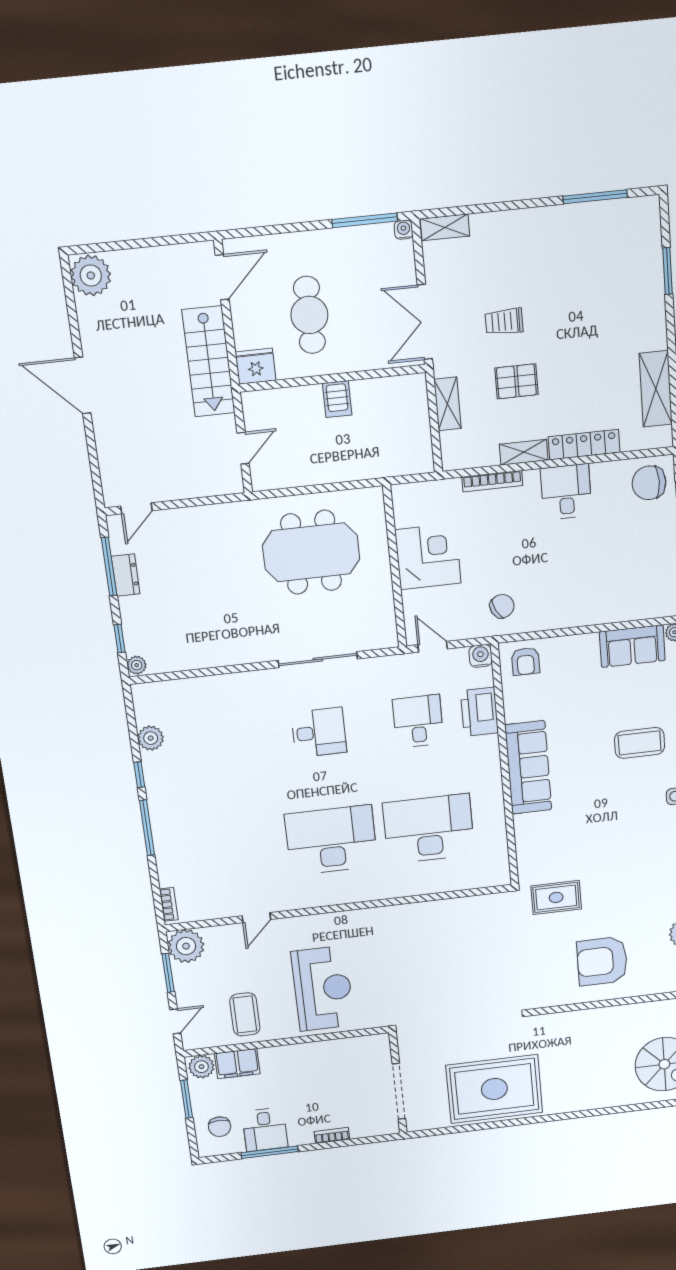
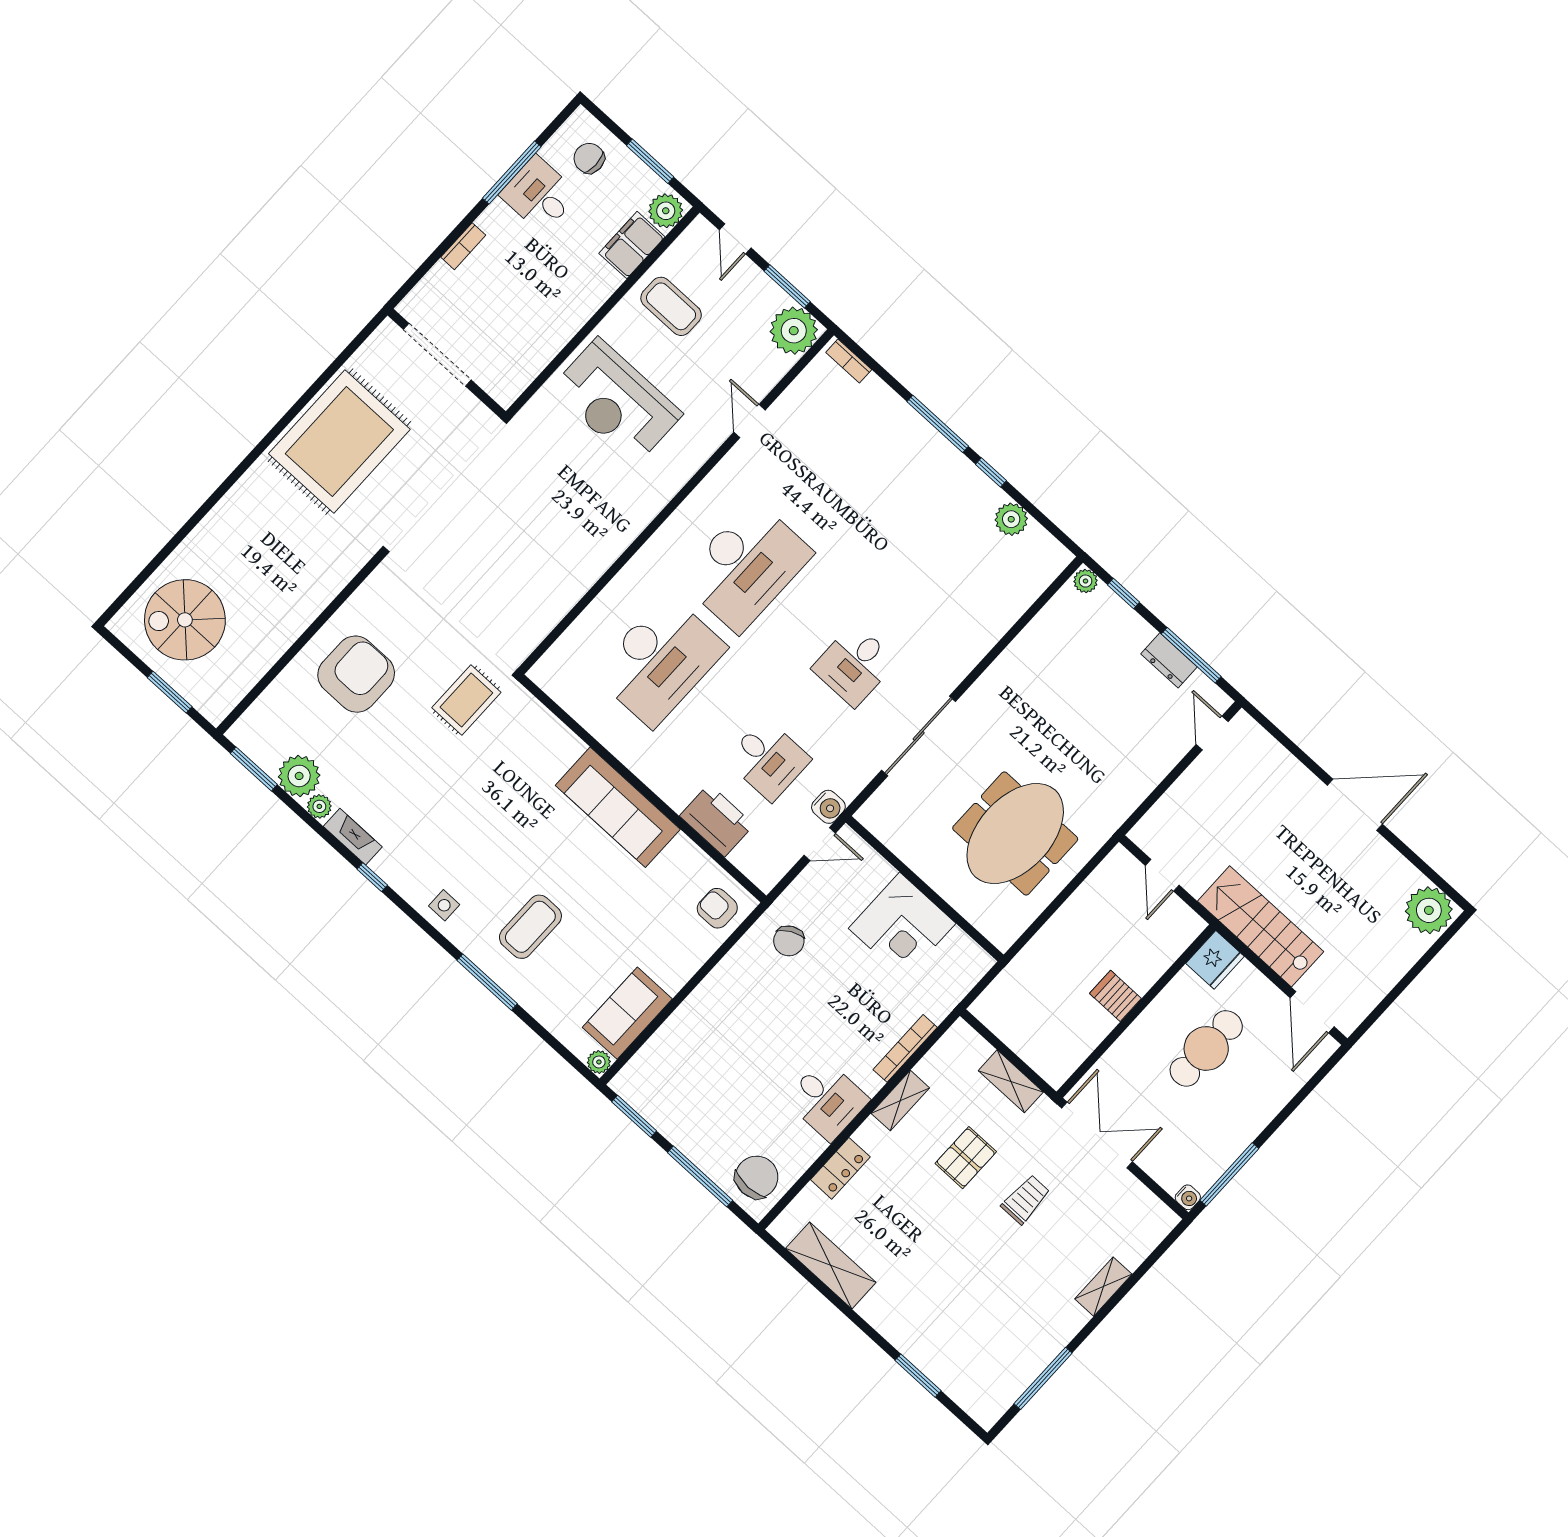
shelving: (445, 227) -> (1103, 1287), moved
cafe table: (309, 315) -> (1206, 1048), turned 90
locker: (584, 445) -> (840, 1168), width x0.66
water cooler: (481, 656) -> (828, 807), moved

